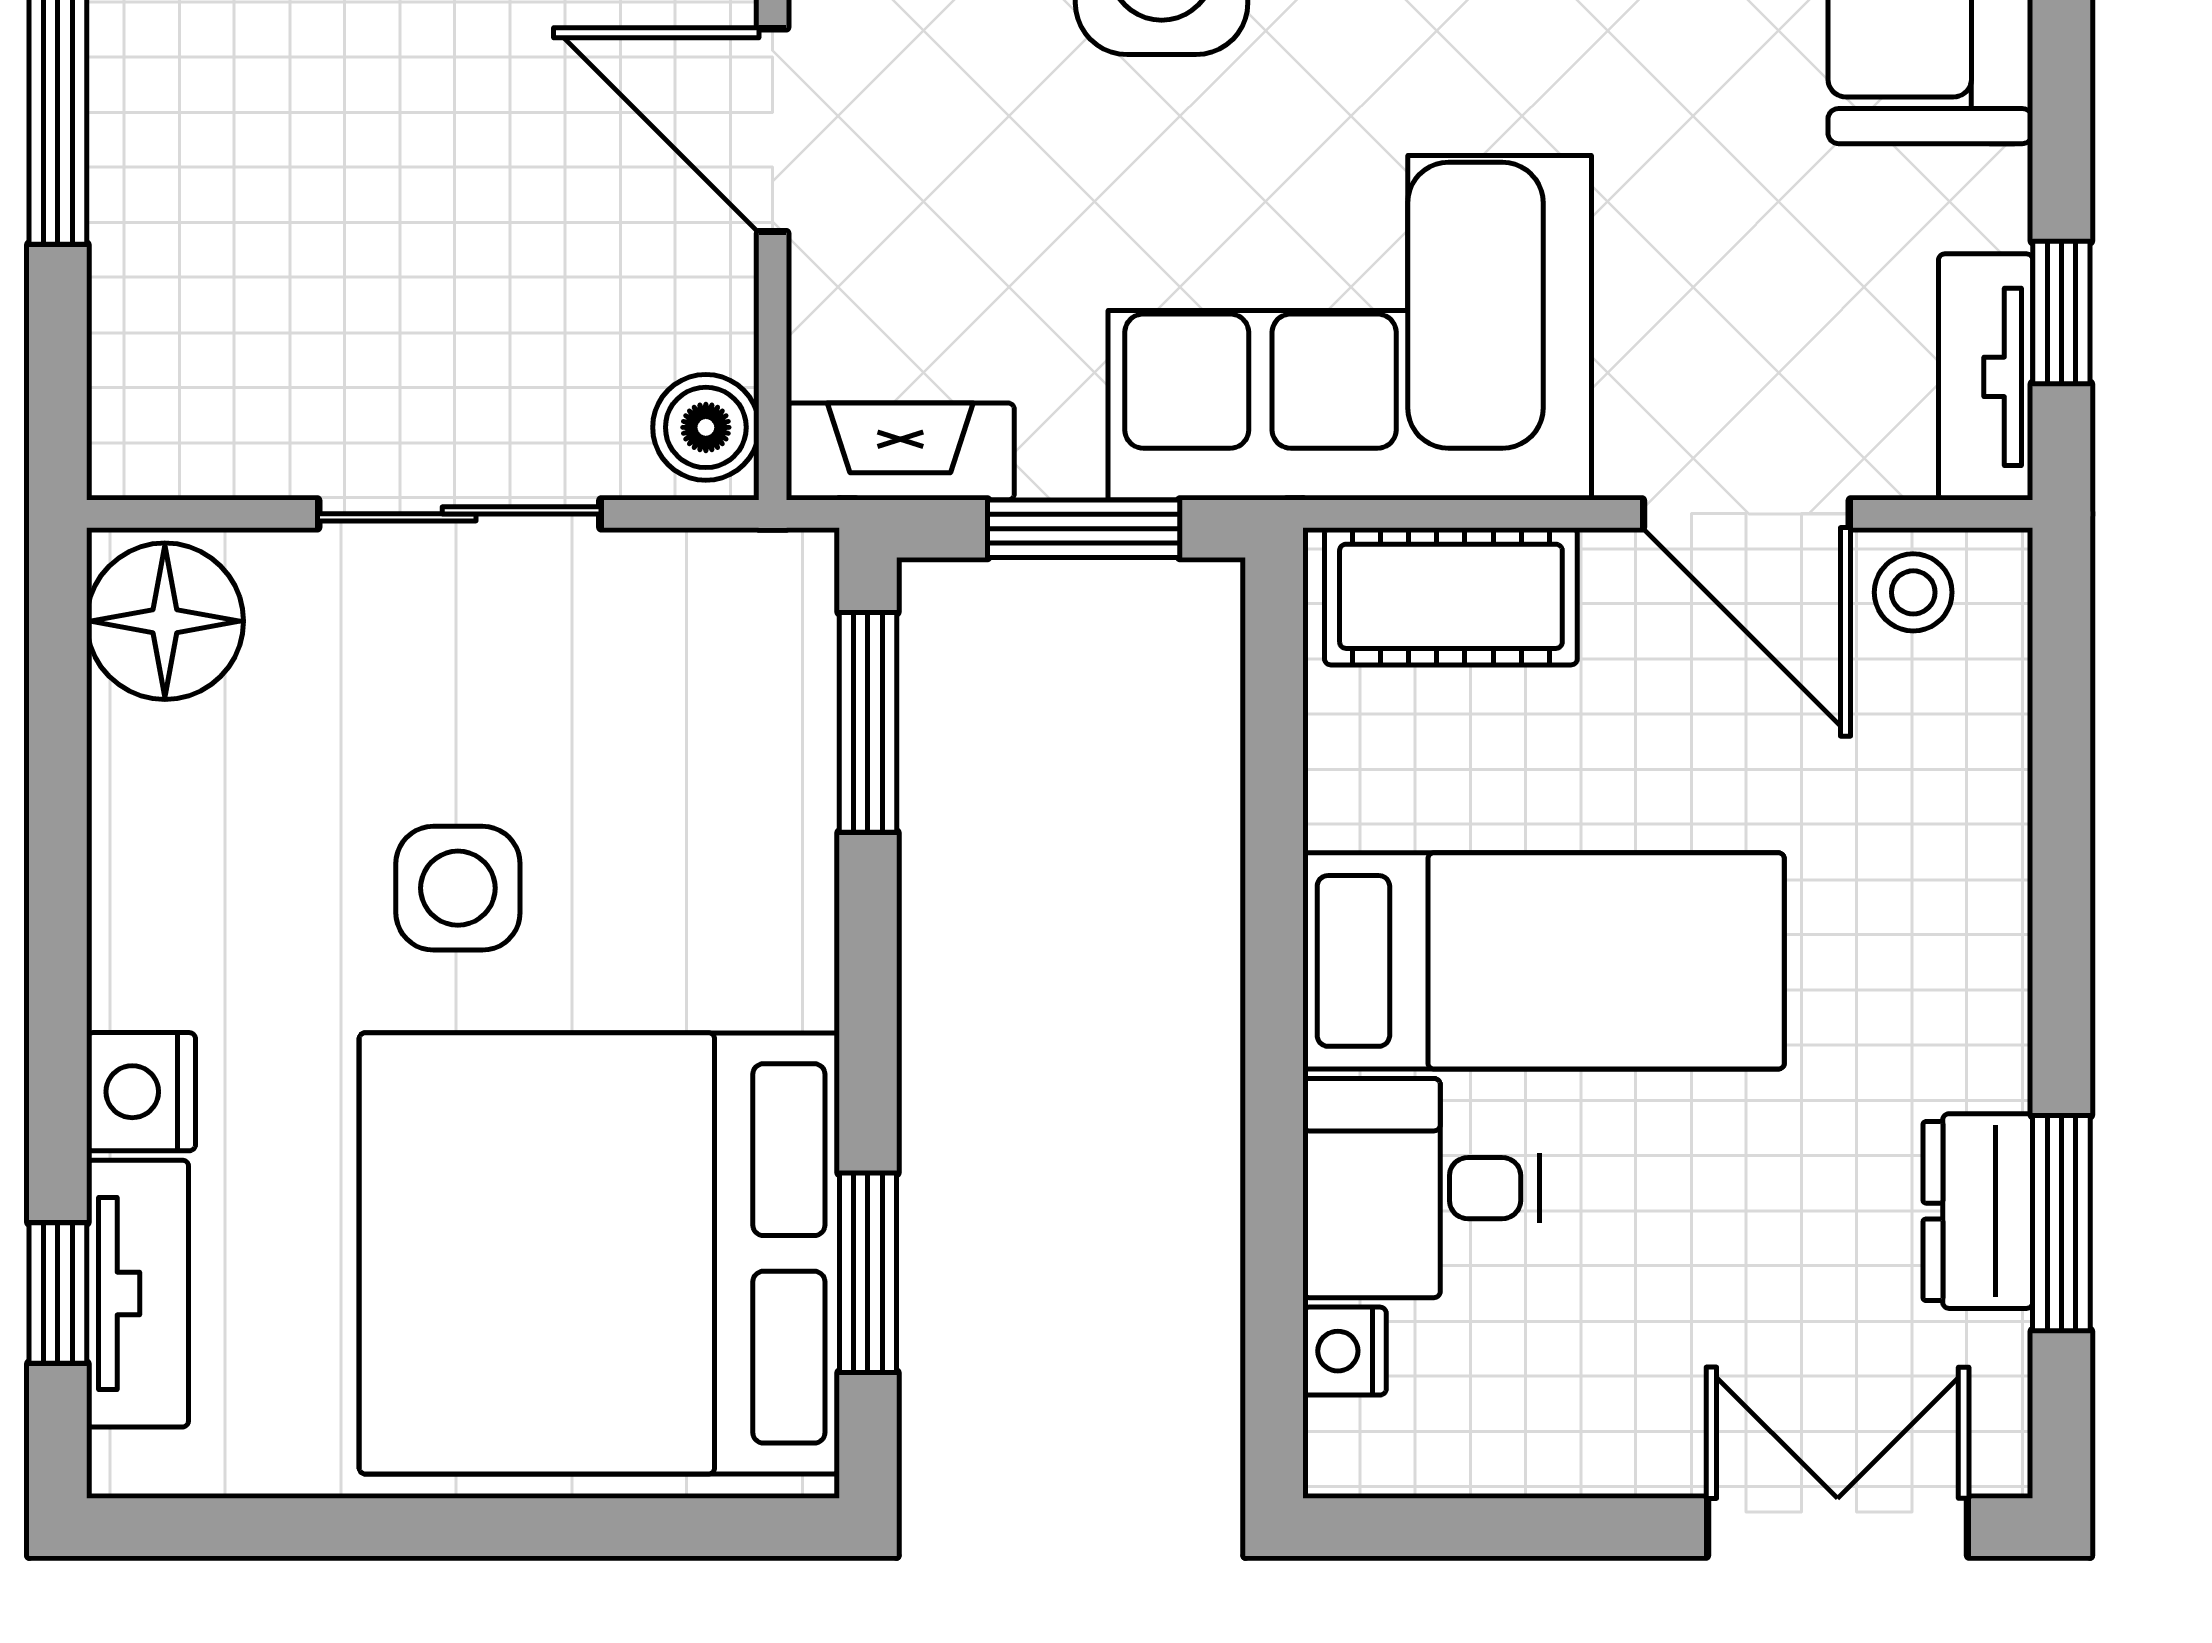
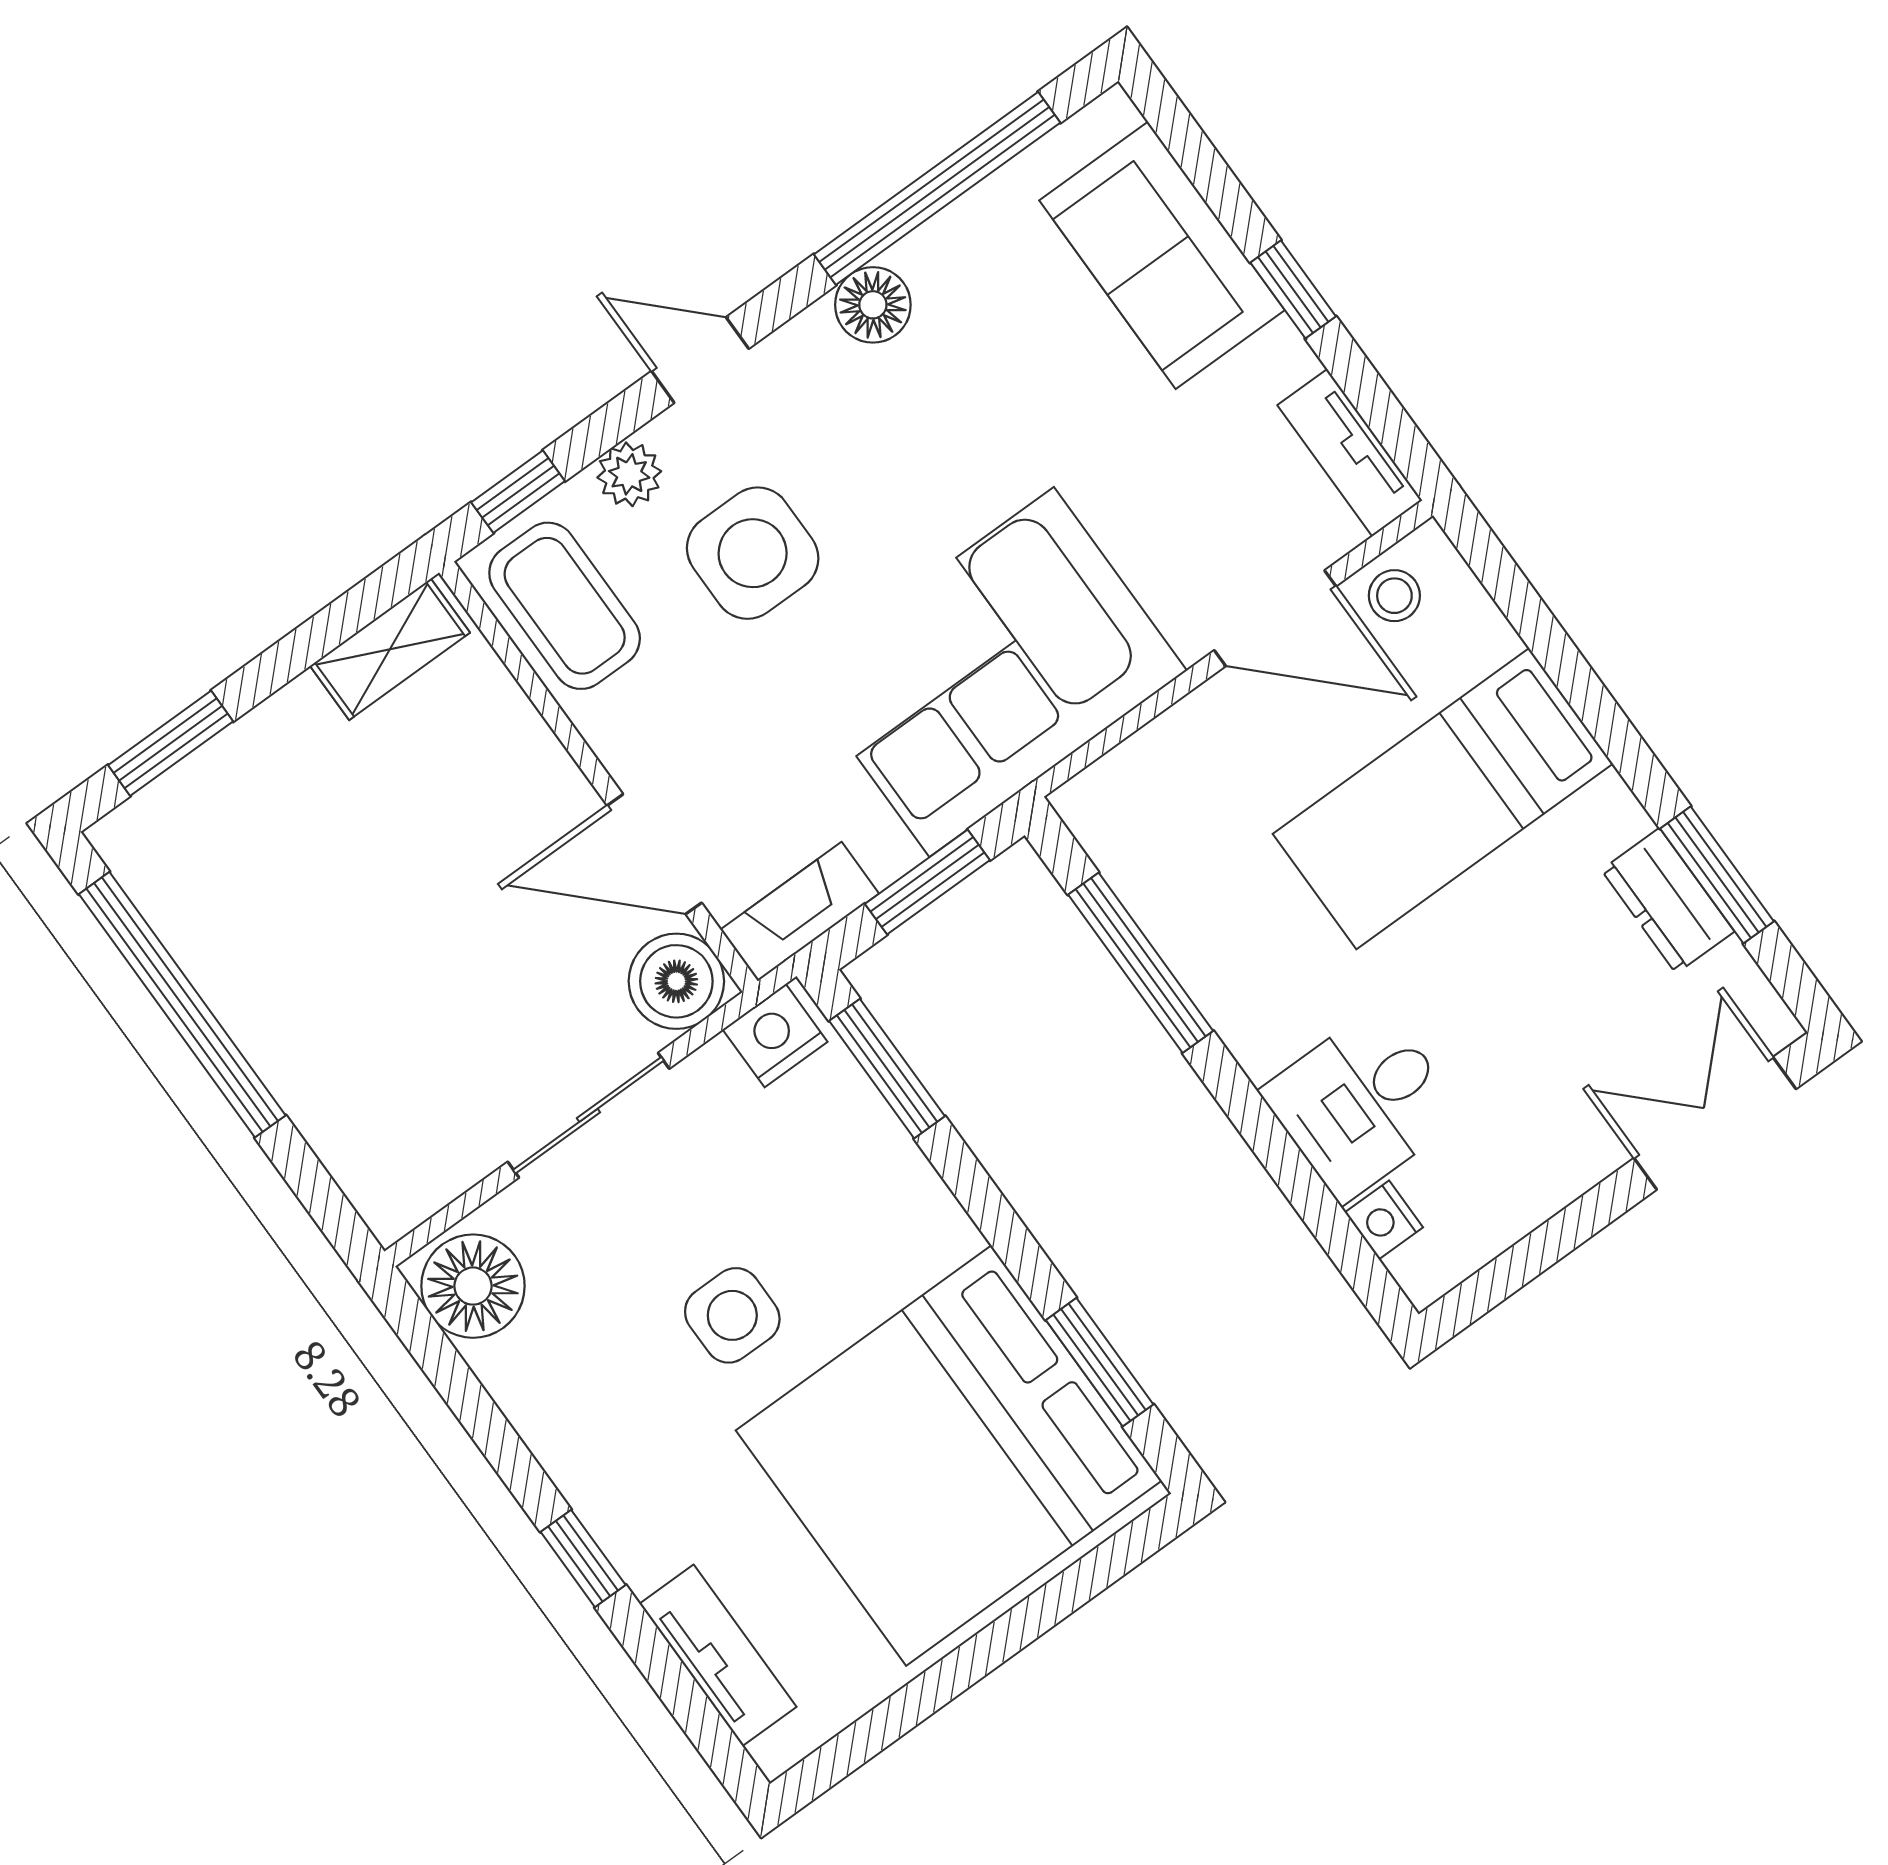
door: (773, 130) -> (654, 854), moved
window: (2061, 313) -> (1293, 289), moved
boiler: (706, 427) -> (676, 981), width x1.36, depth x1.36
cot: (1451, 596) -> (1149, 776), removed
window: (1274, 818) -> (1141, 963), added
bed: (1544, 961) -> (1443, 799), moved, turned 180
nightstand: (141, 1092) -> (775, 1036), moved, turned 90
window: (58, 1293) -> (583, 1558), moved

